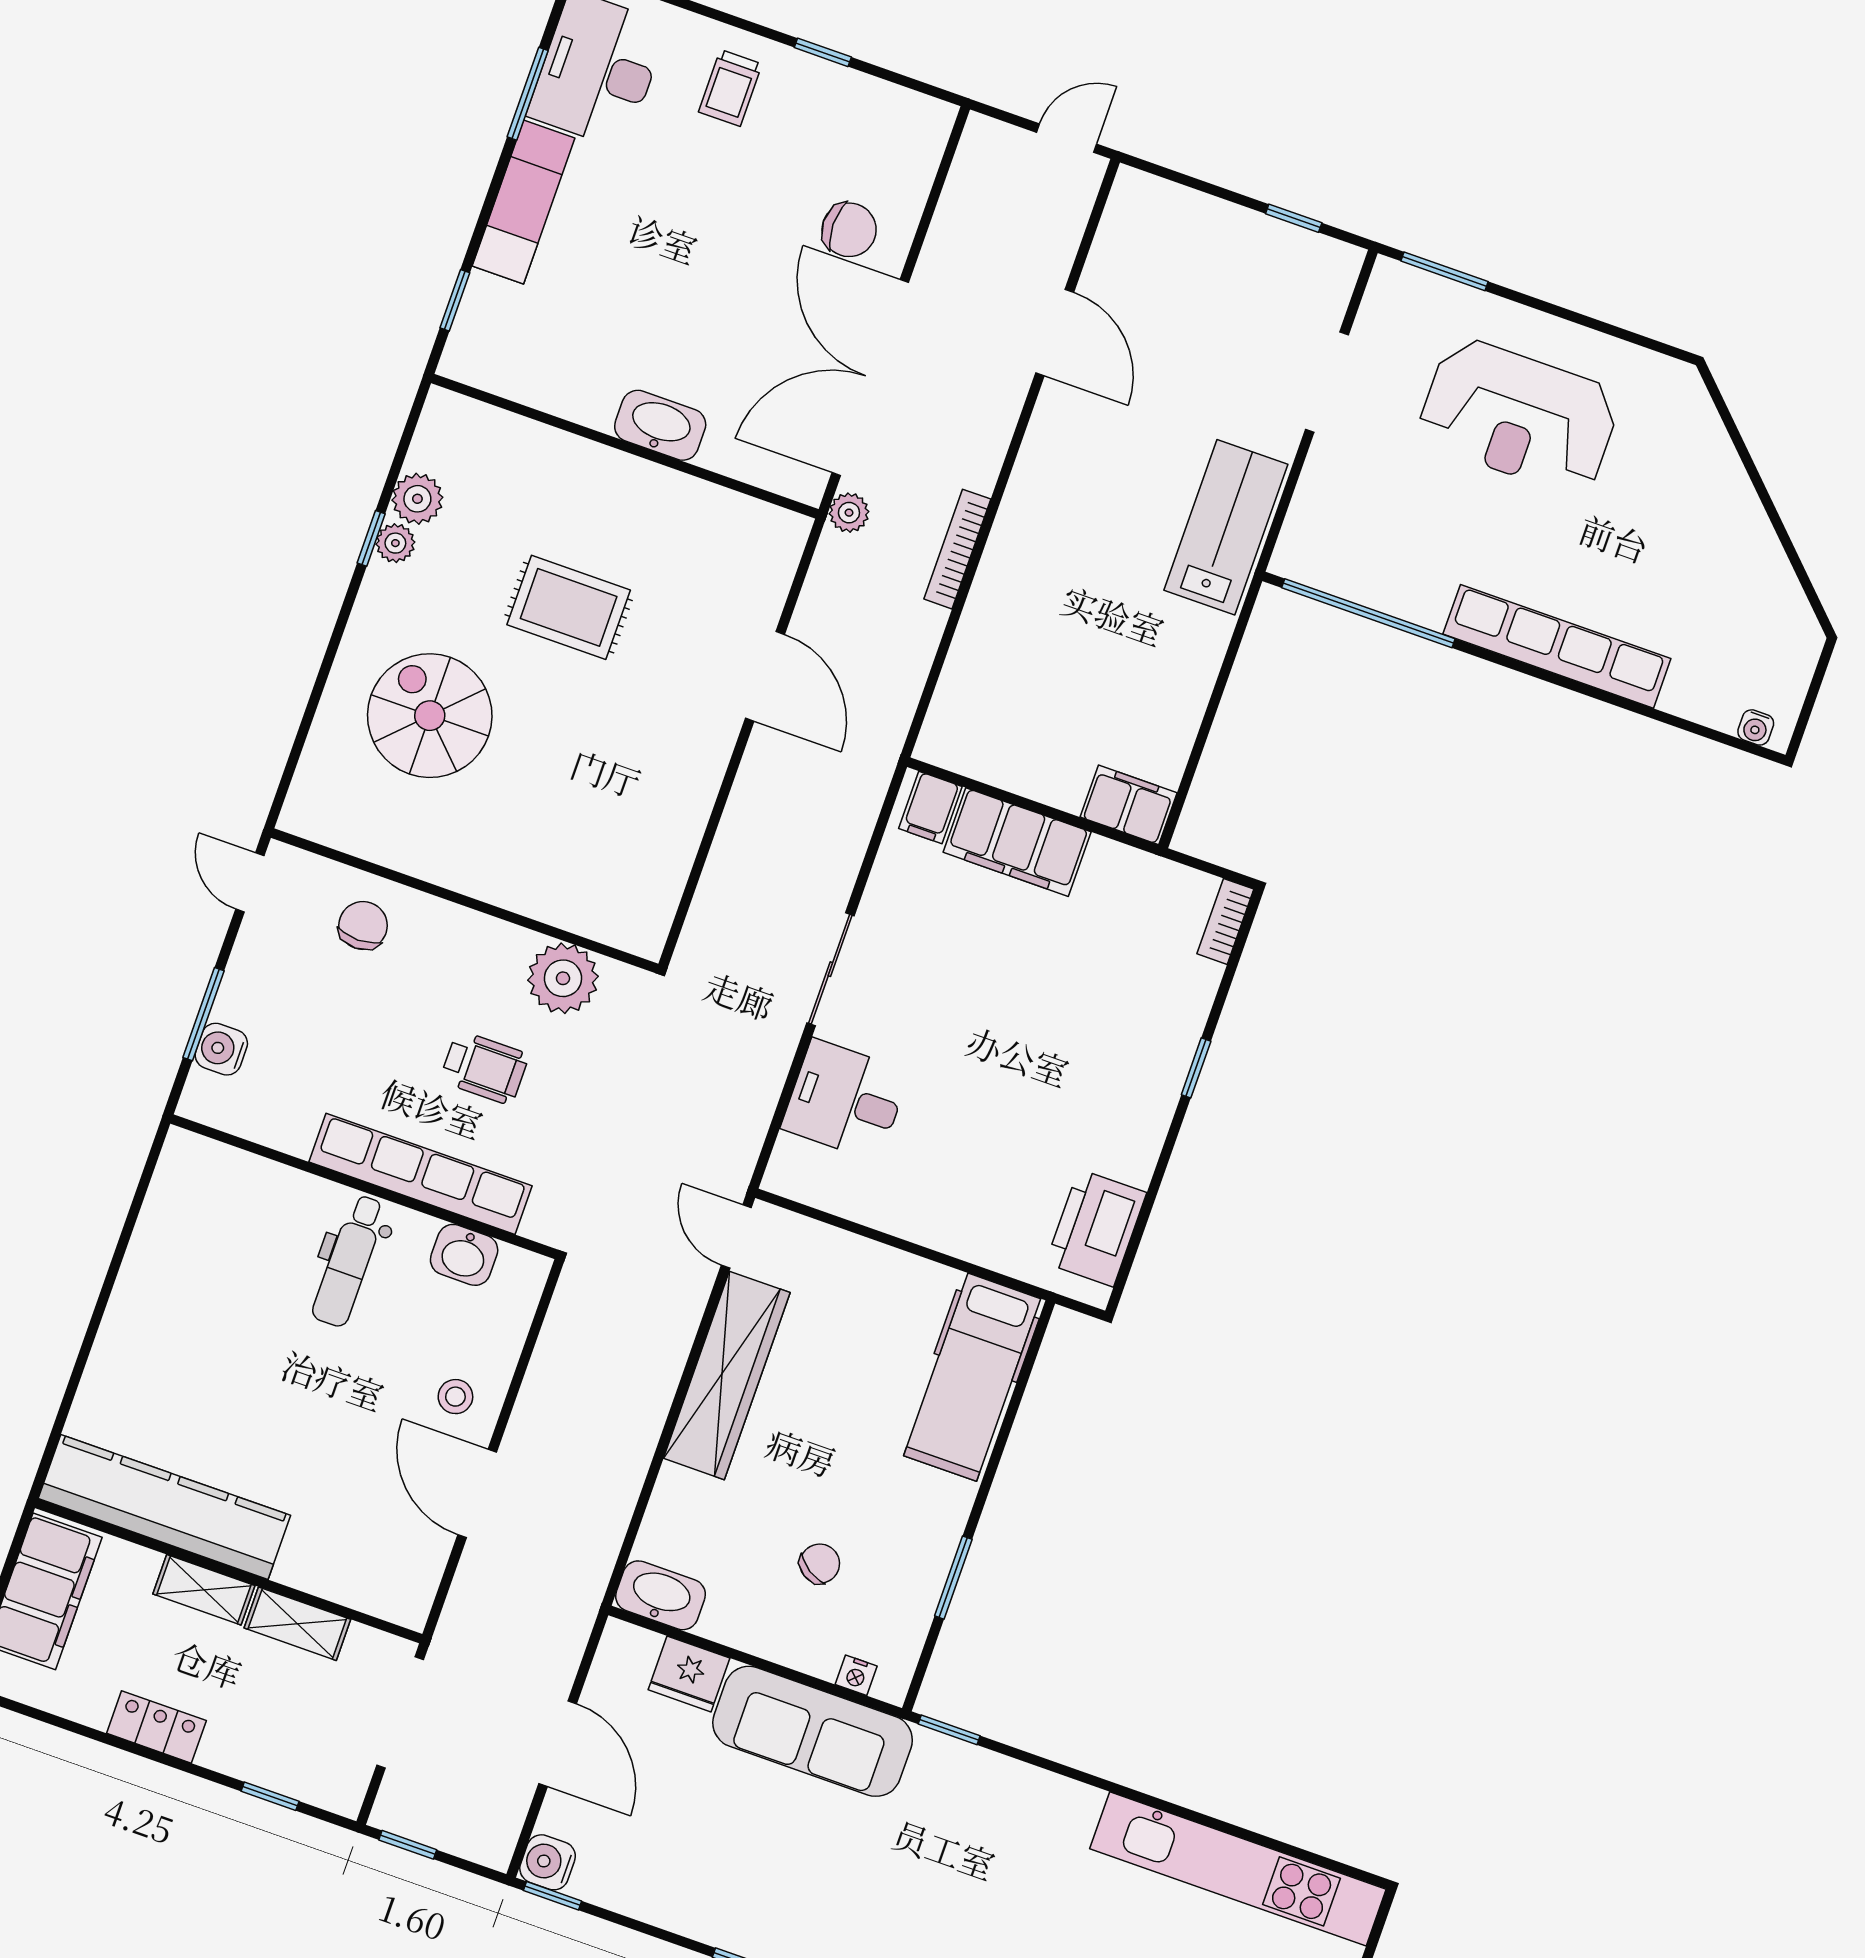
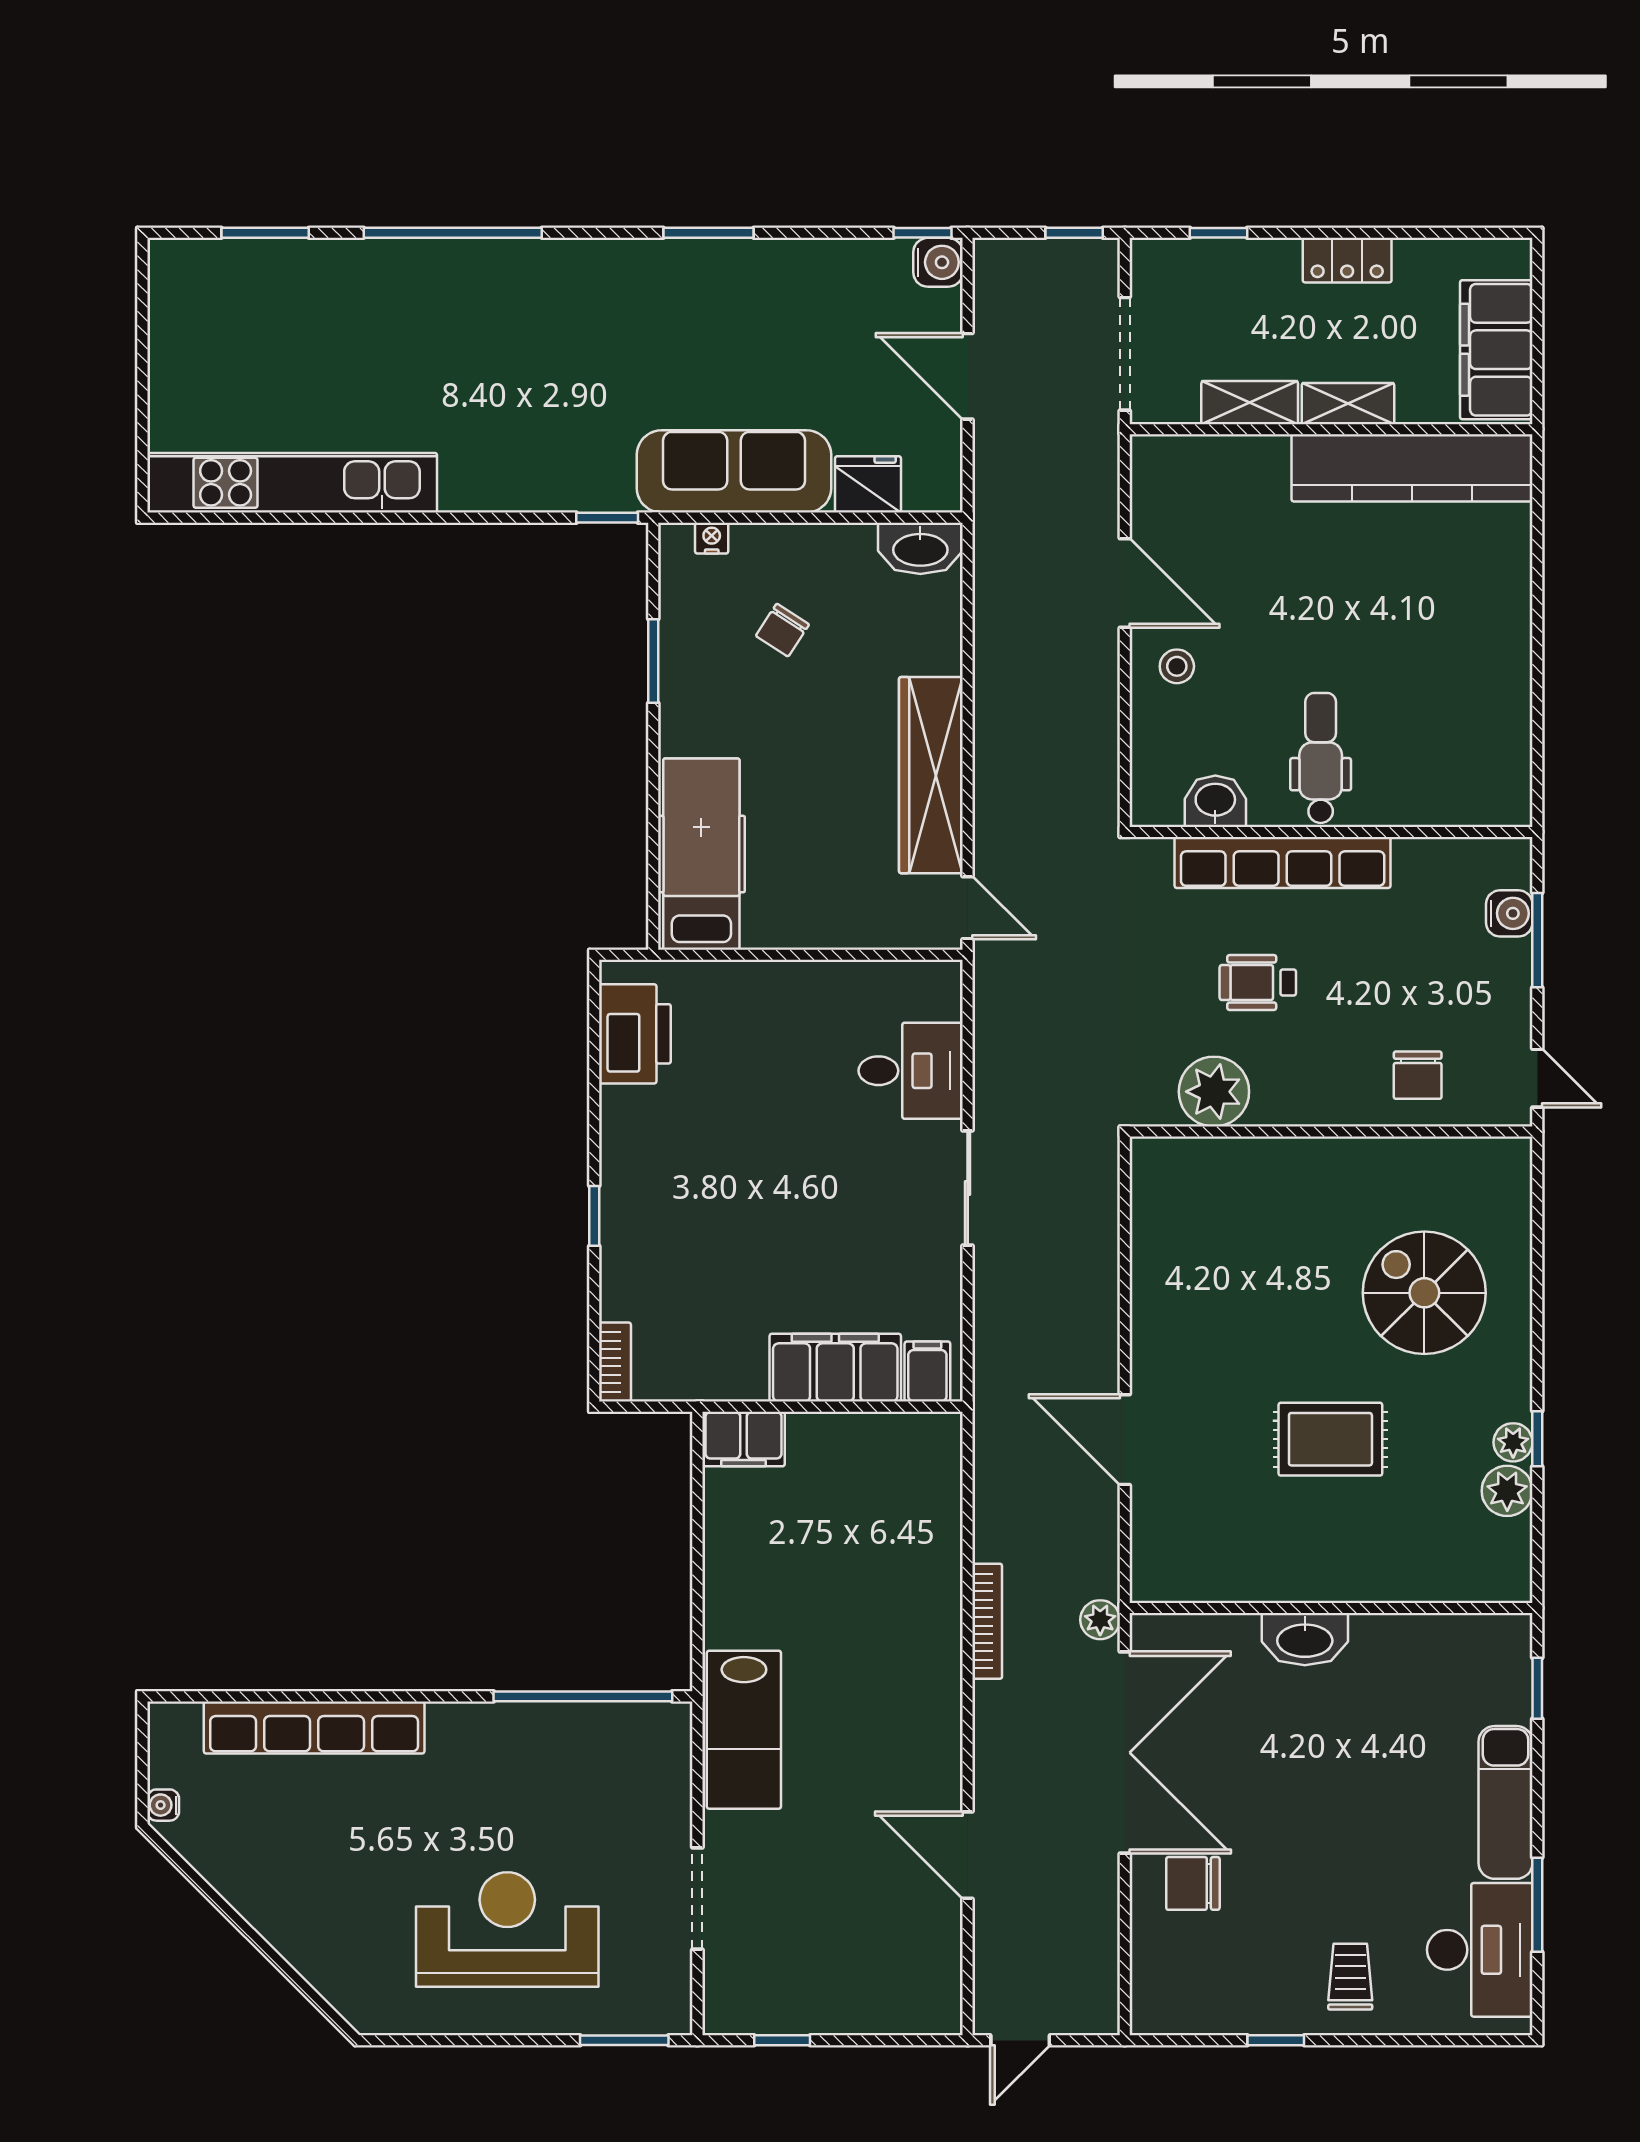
row of seats: (1557, 646) -> (314, 1727), moved
spiral stairs: (430, 716) -> (1424, 1293), turned 180
water cooler: (1756, 727) -> (163, 1805), moved, turned -90

